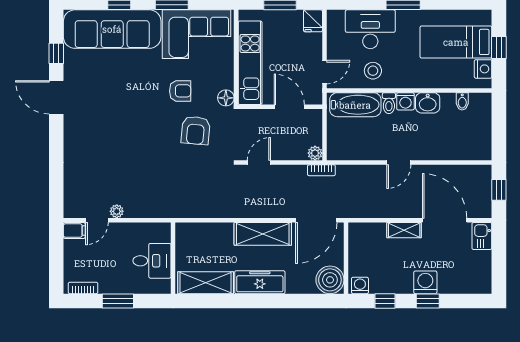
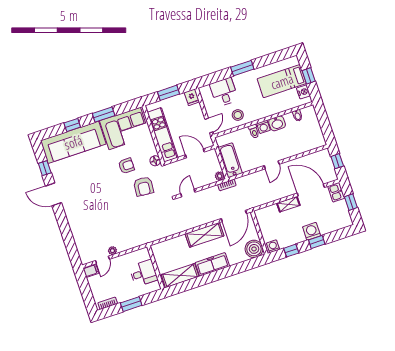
desk: (370, 29) -> (224, 92), width x0.73
bathtub: (355, 105) -> (230, 160), moved, turned -90
window: (499, 258) -> (351, 202), added

